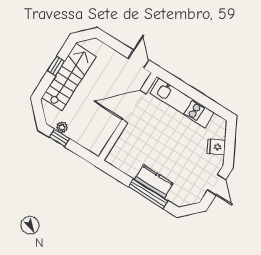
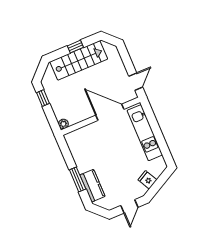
plant: (62, 127) -> (63, 124), moved
kitchen counter: (154, 182) -> (92, 186), moved
window: (148, 194) -> (78, 179), width x0.69

